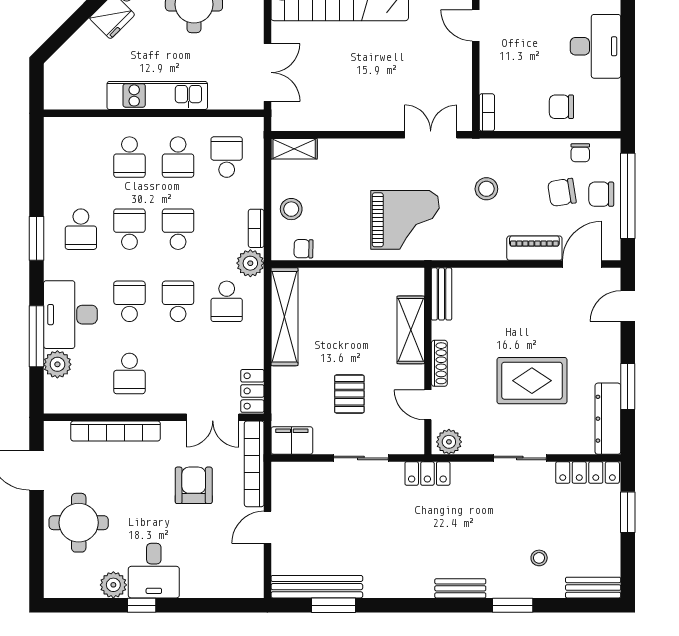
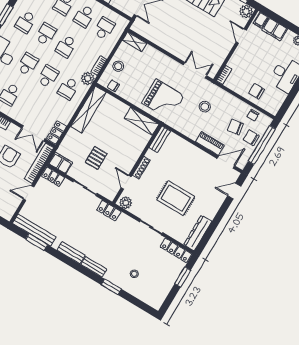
school desk: (178, 229) -> (66, 46), turned 180
shelving: (411, 330) -> (142, 121), moved, turned 90
window: (628, 386) -> (214, 225), removed
locker: (293, 473) -> (53, 177), added
bench: (593, 588) -> (71, 253), moved

